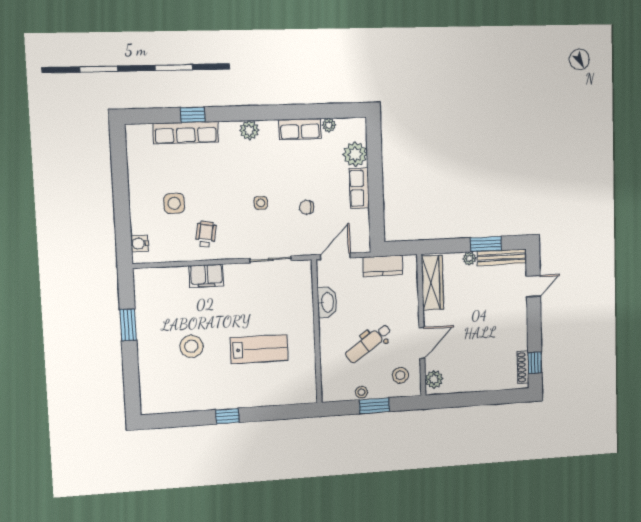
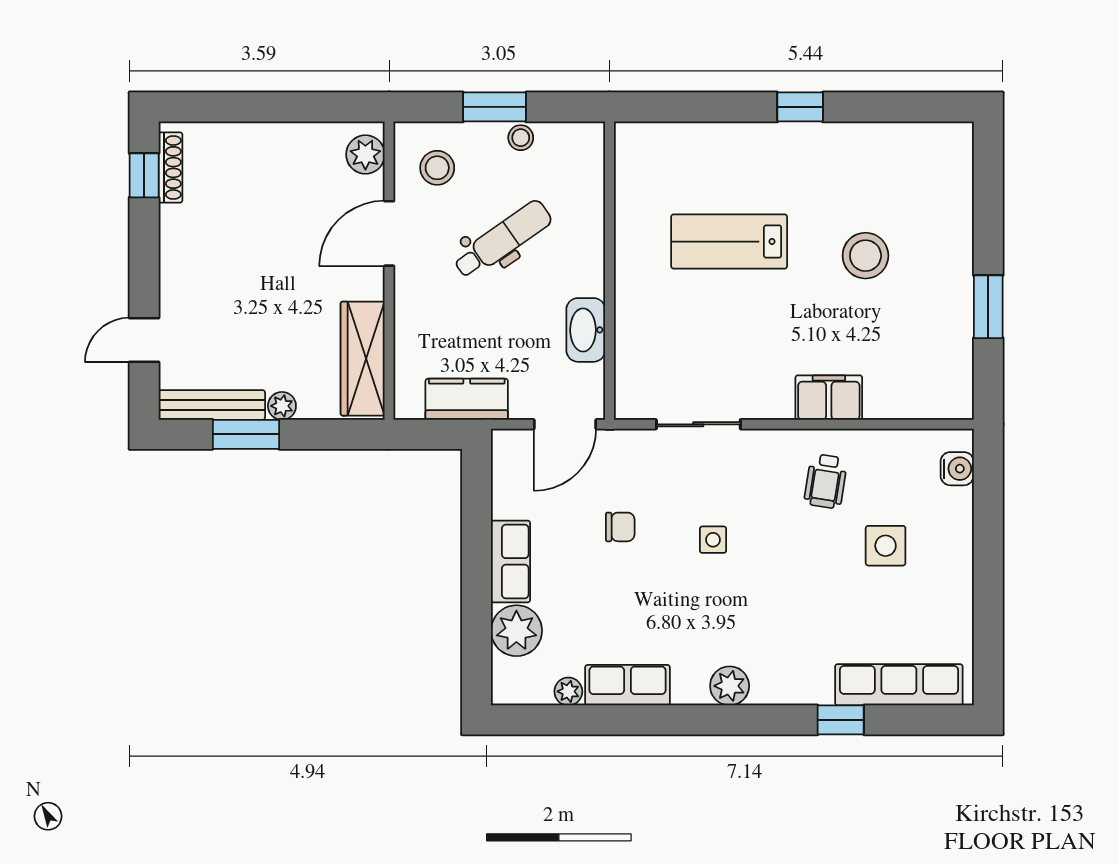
row of seats: (186, 133) -> (899, 685), moved

